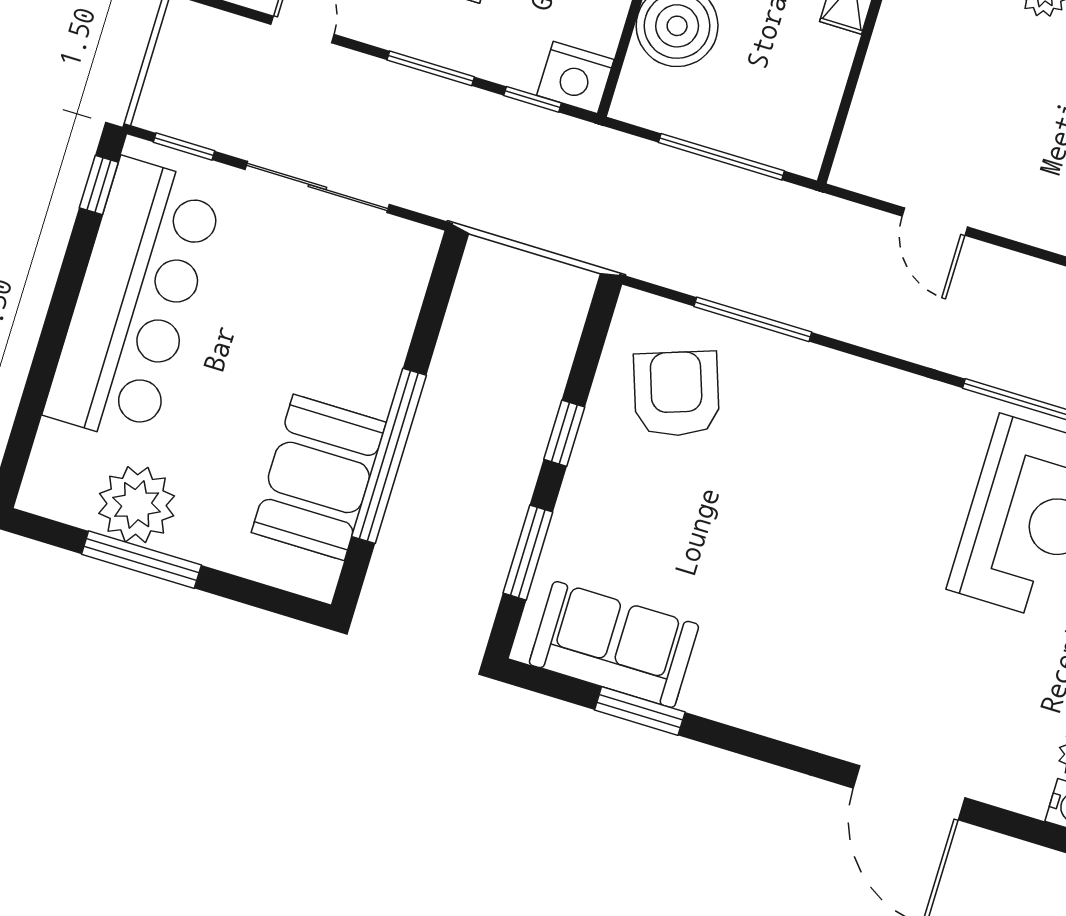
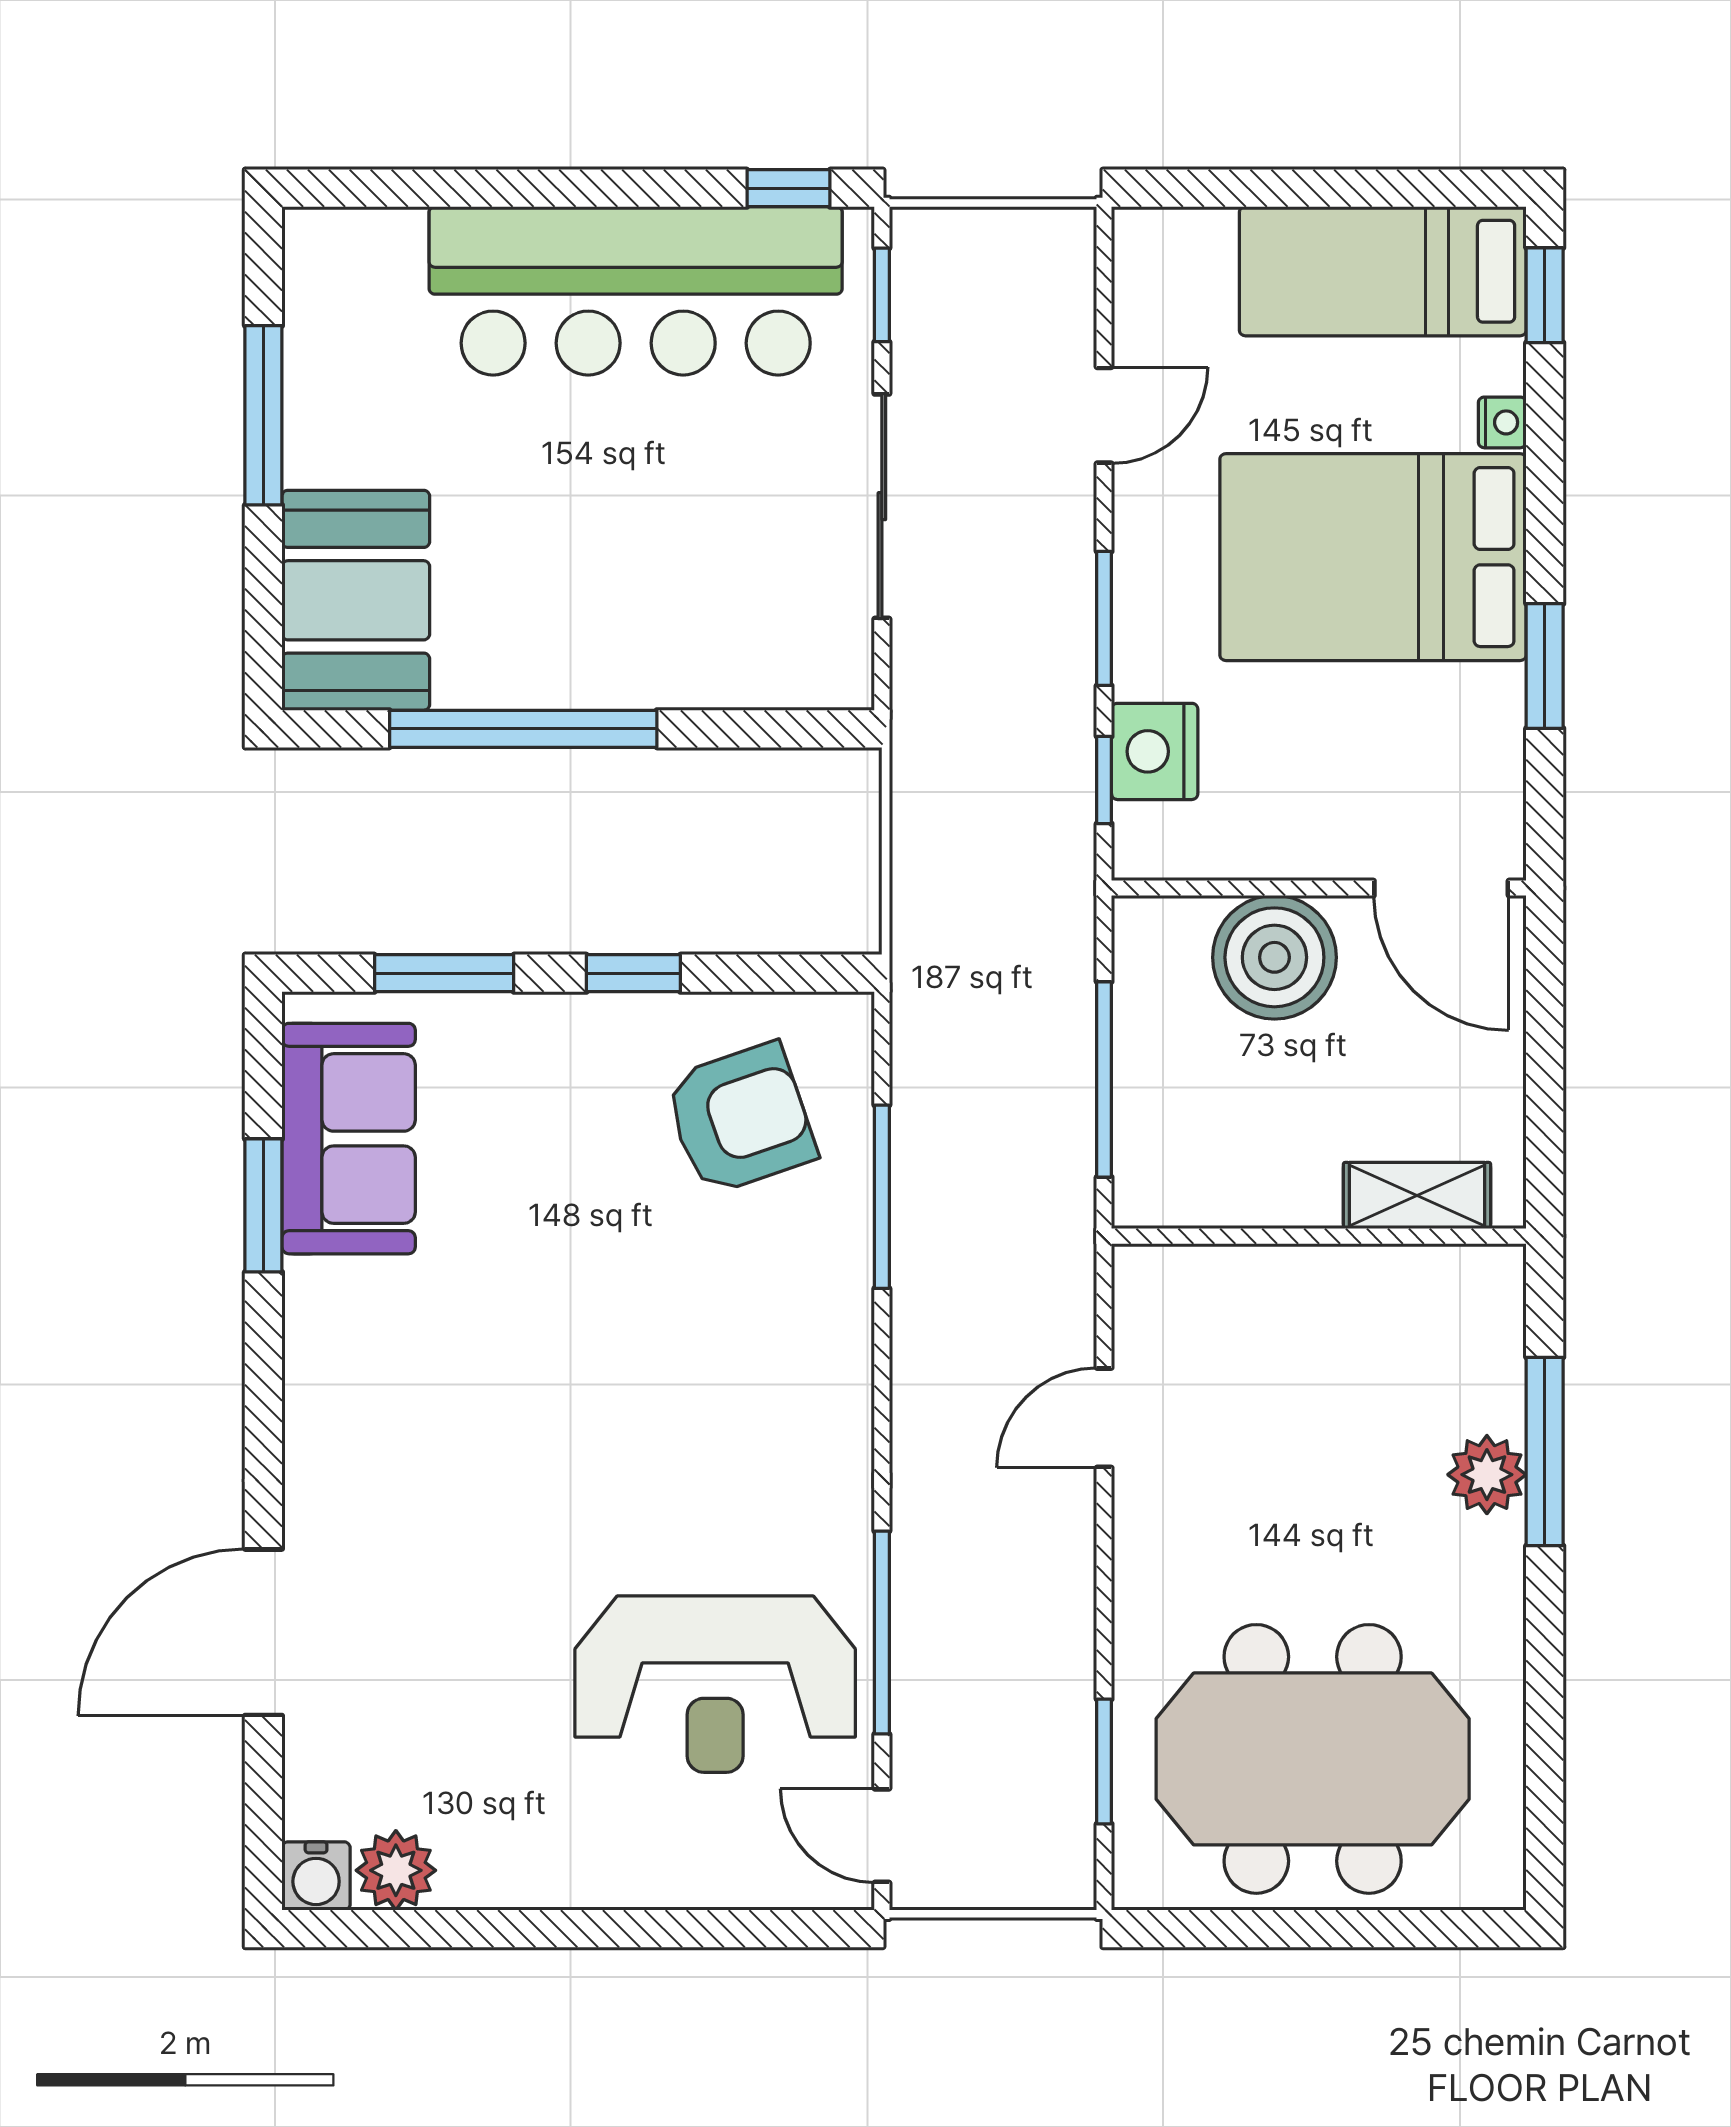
nightstand: (575, 77) -> (1155, 751), moved
booth: (319, 477) -> (356, 600), moved, turned 90
plant: (137, 505) -> (341, 384), removed

